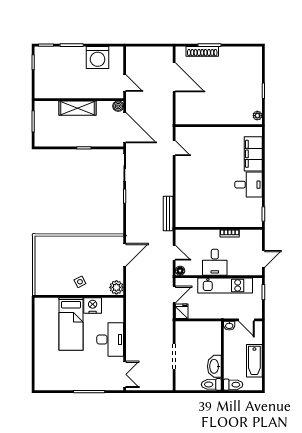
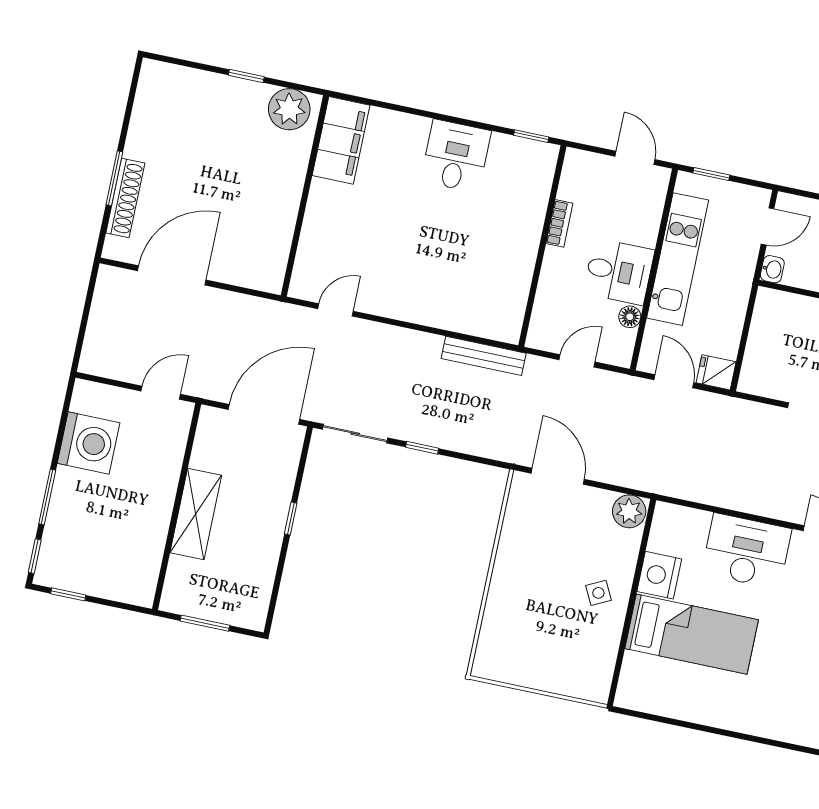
boiler: (118, 106) -> (211, 419), removed
plant: (257, 116) -> (289, 109), width x1.87, depth x1.87
filing cabinet: (253, 154) -> (341, 140), moved, turned -90
floor lamp: (180, 271) -> (630, 317), moved

